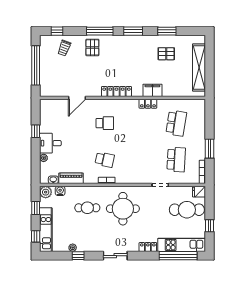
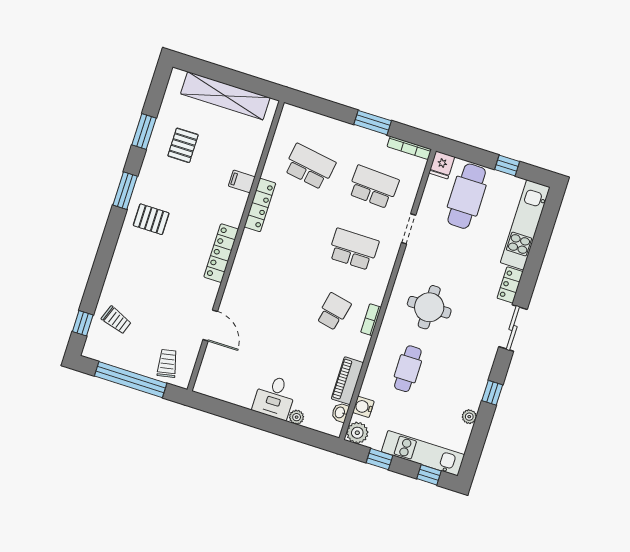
window: (100, 31) -> (107, 249), removed
pallet: (92, 47) -> (151, 219), moved
trolley: (50, 82) -> (167, 363), added
filing cabinet: (152, 90) -> (242, 181), width x0.50
locker: (148, 104) -> (260, 205), width x1.53
school desk: (105, 123) -> (353, 249), moved, width x1.85
window: (36, 131) -> (246, 416), removed
round table: (123, 209) -> (429, 307), width x0.73, depth x0.73
window: (78, 256) -> (492, 393), moved
sliding door: (115, 256) -> (513, 328), moved
window: (178, 256) -> (542, 237), removed

